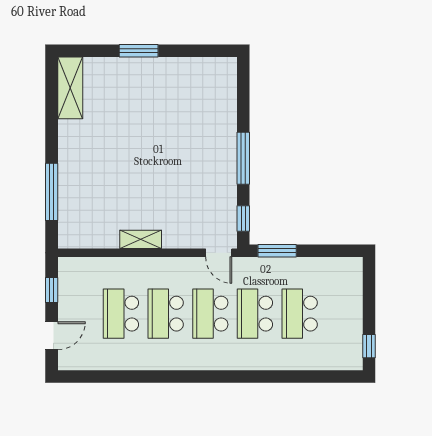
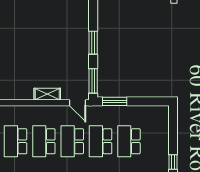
window: (243, 158) -> (93, 43), width x0.69
window: (243, 219) -> (93, 81), width x1.50
shelving: (141, 239) -> (47, 94), moved

